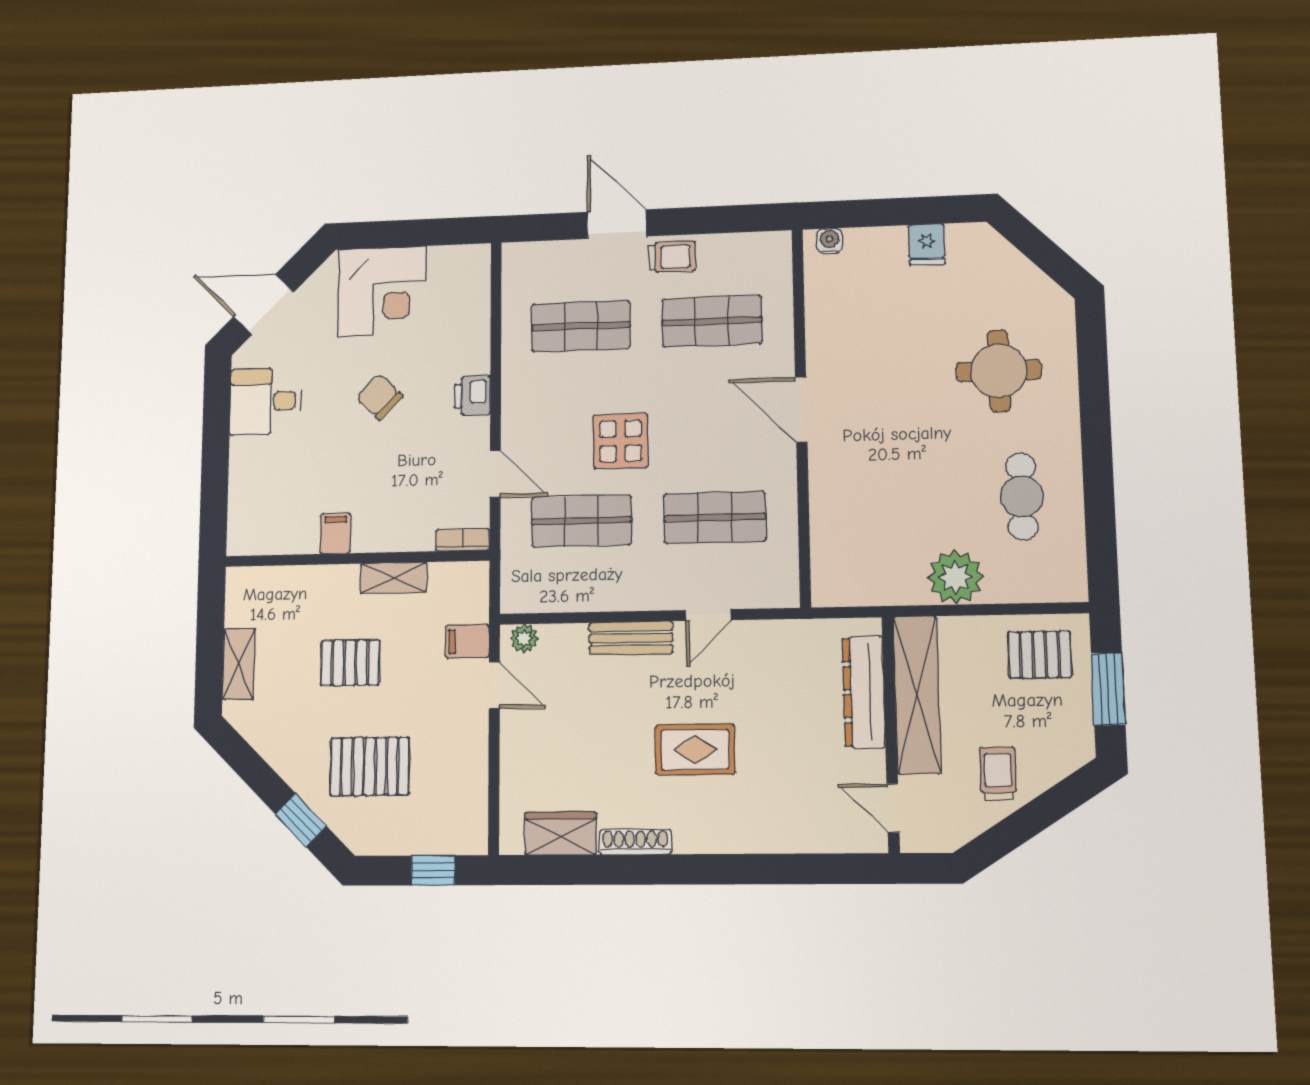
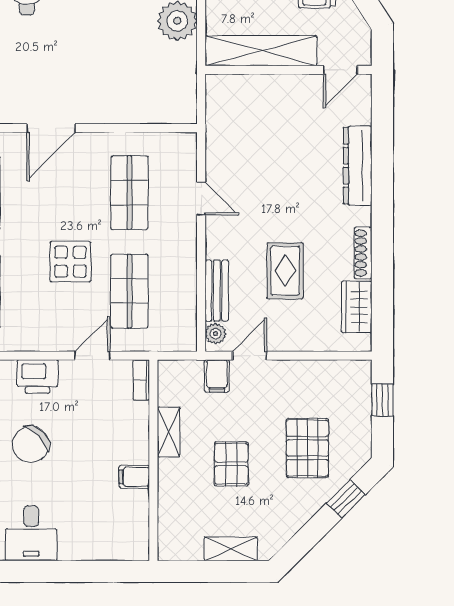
printer: (472, 396) -> (37, 377), width x1.36, depth x1.24
chair: (380, 397) -> (31, 444), width x1.37, depth x1.37
bench: (631, 638) -> (217, 291), moved
dresser: (864, 692) -> (358, 166), moved, turned 90
rug: (695, 750) -> (285, 271), moved

